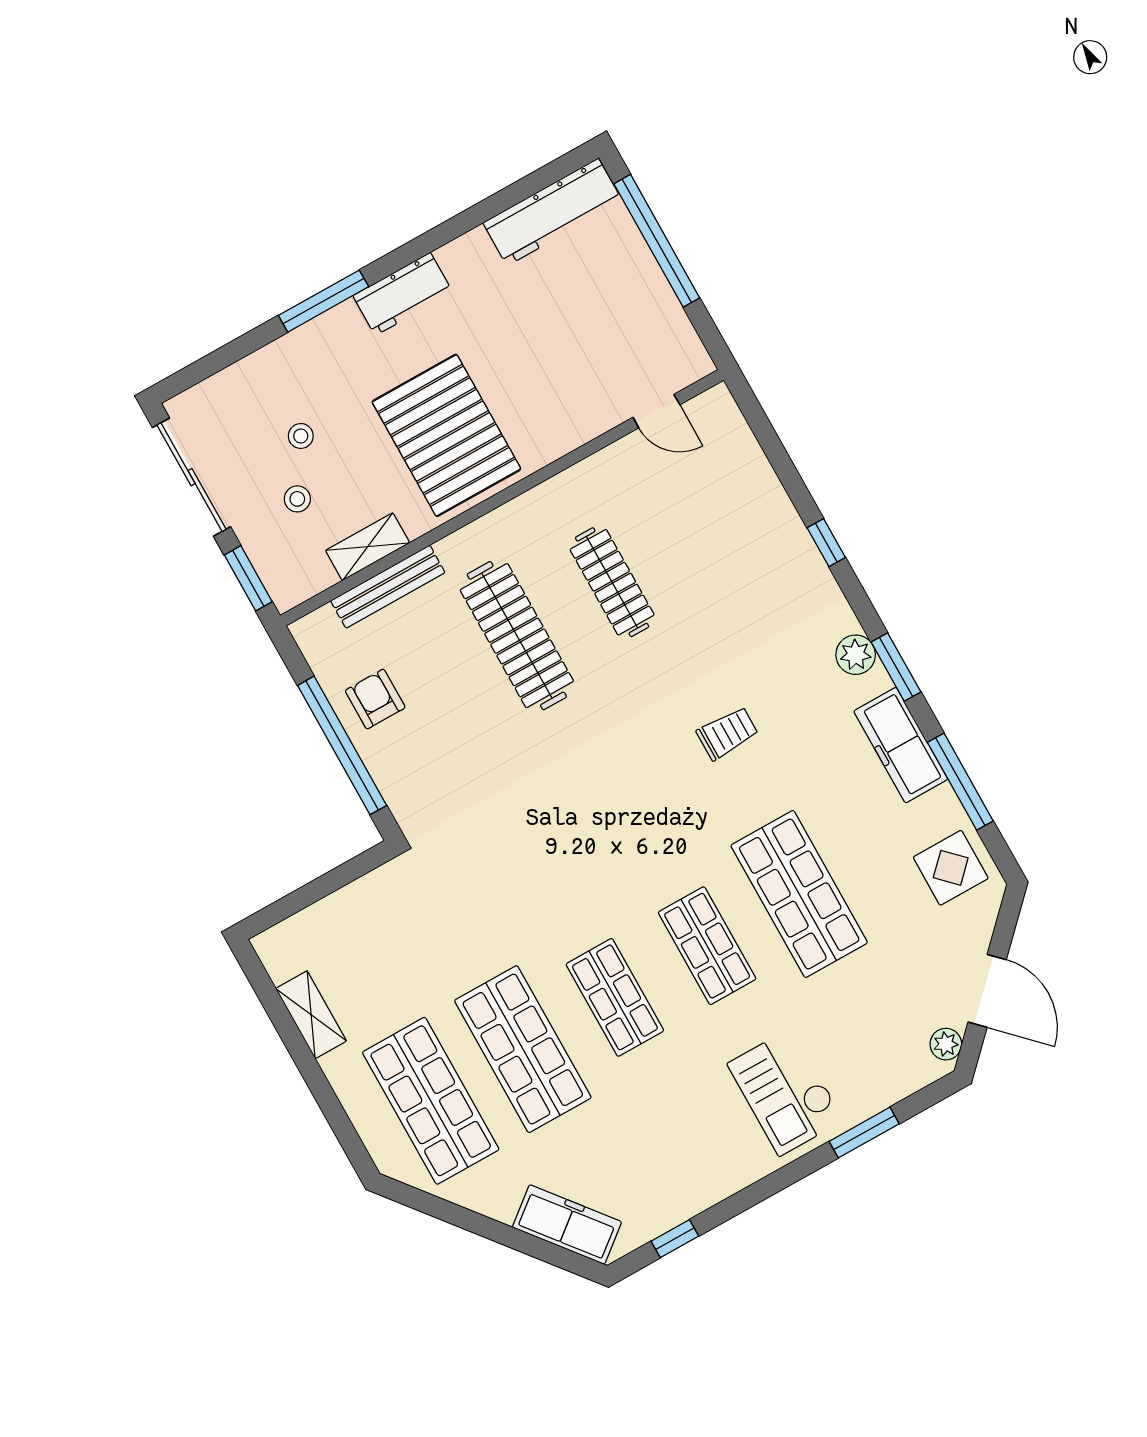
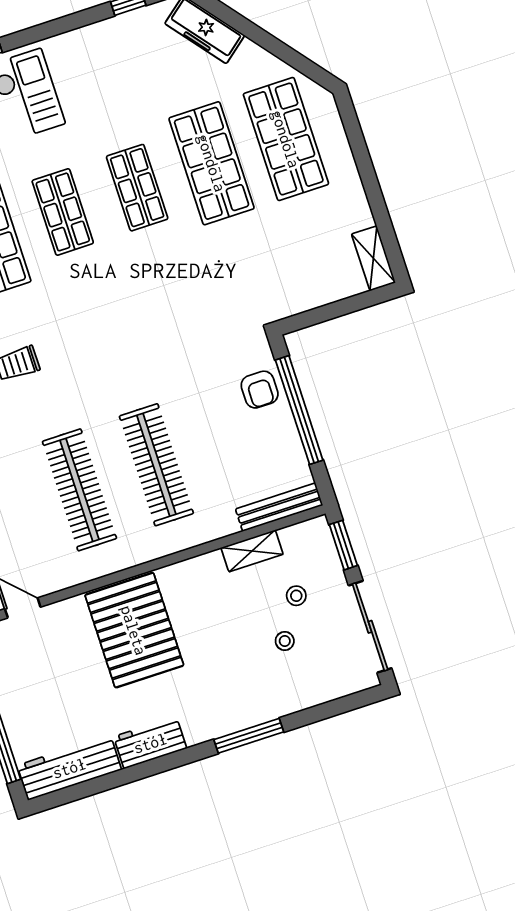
workbench: (403, 294) -> (150, 743), moved
pallet: (446, 435) -> (134, 630), moved
clothes rail: (612, 582) -> (79, 490), width x1.37, depth x1.31
bench: (388, 587) -> (279, 507), moved
armchair: (375, 699) -> (260, 390), moved
shelving: (311, 1015) -> (373, 258), moved

